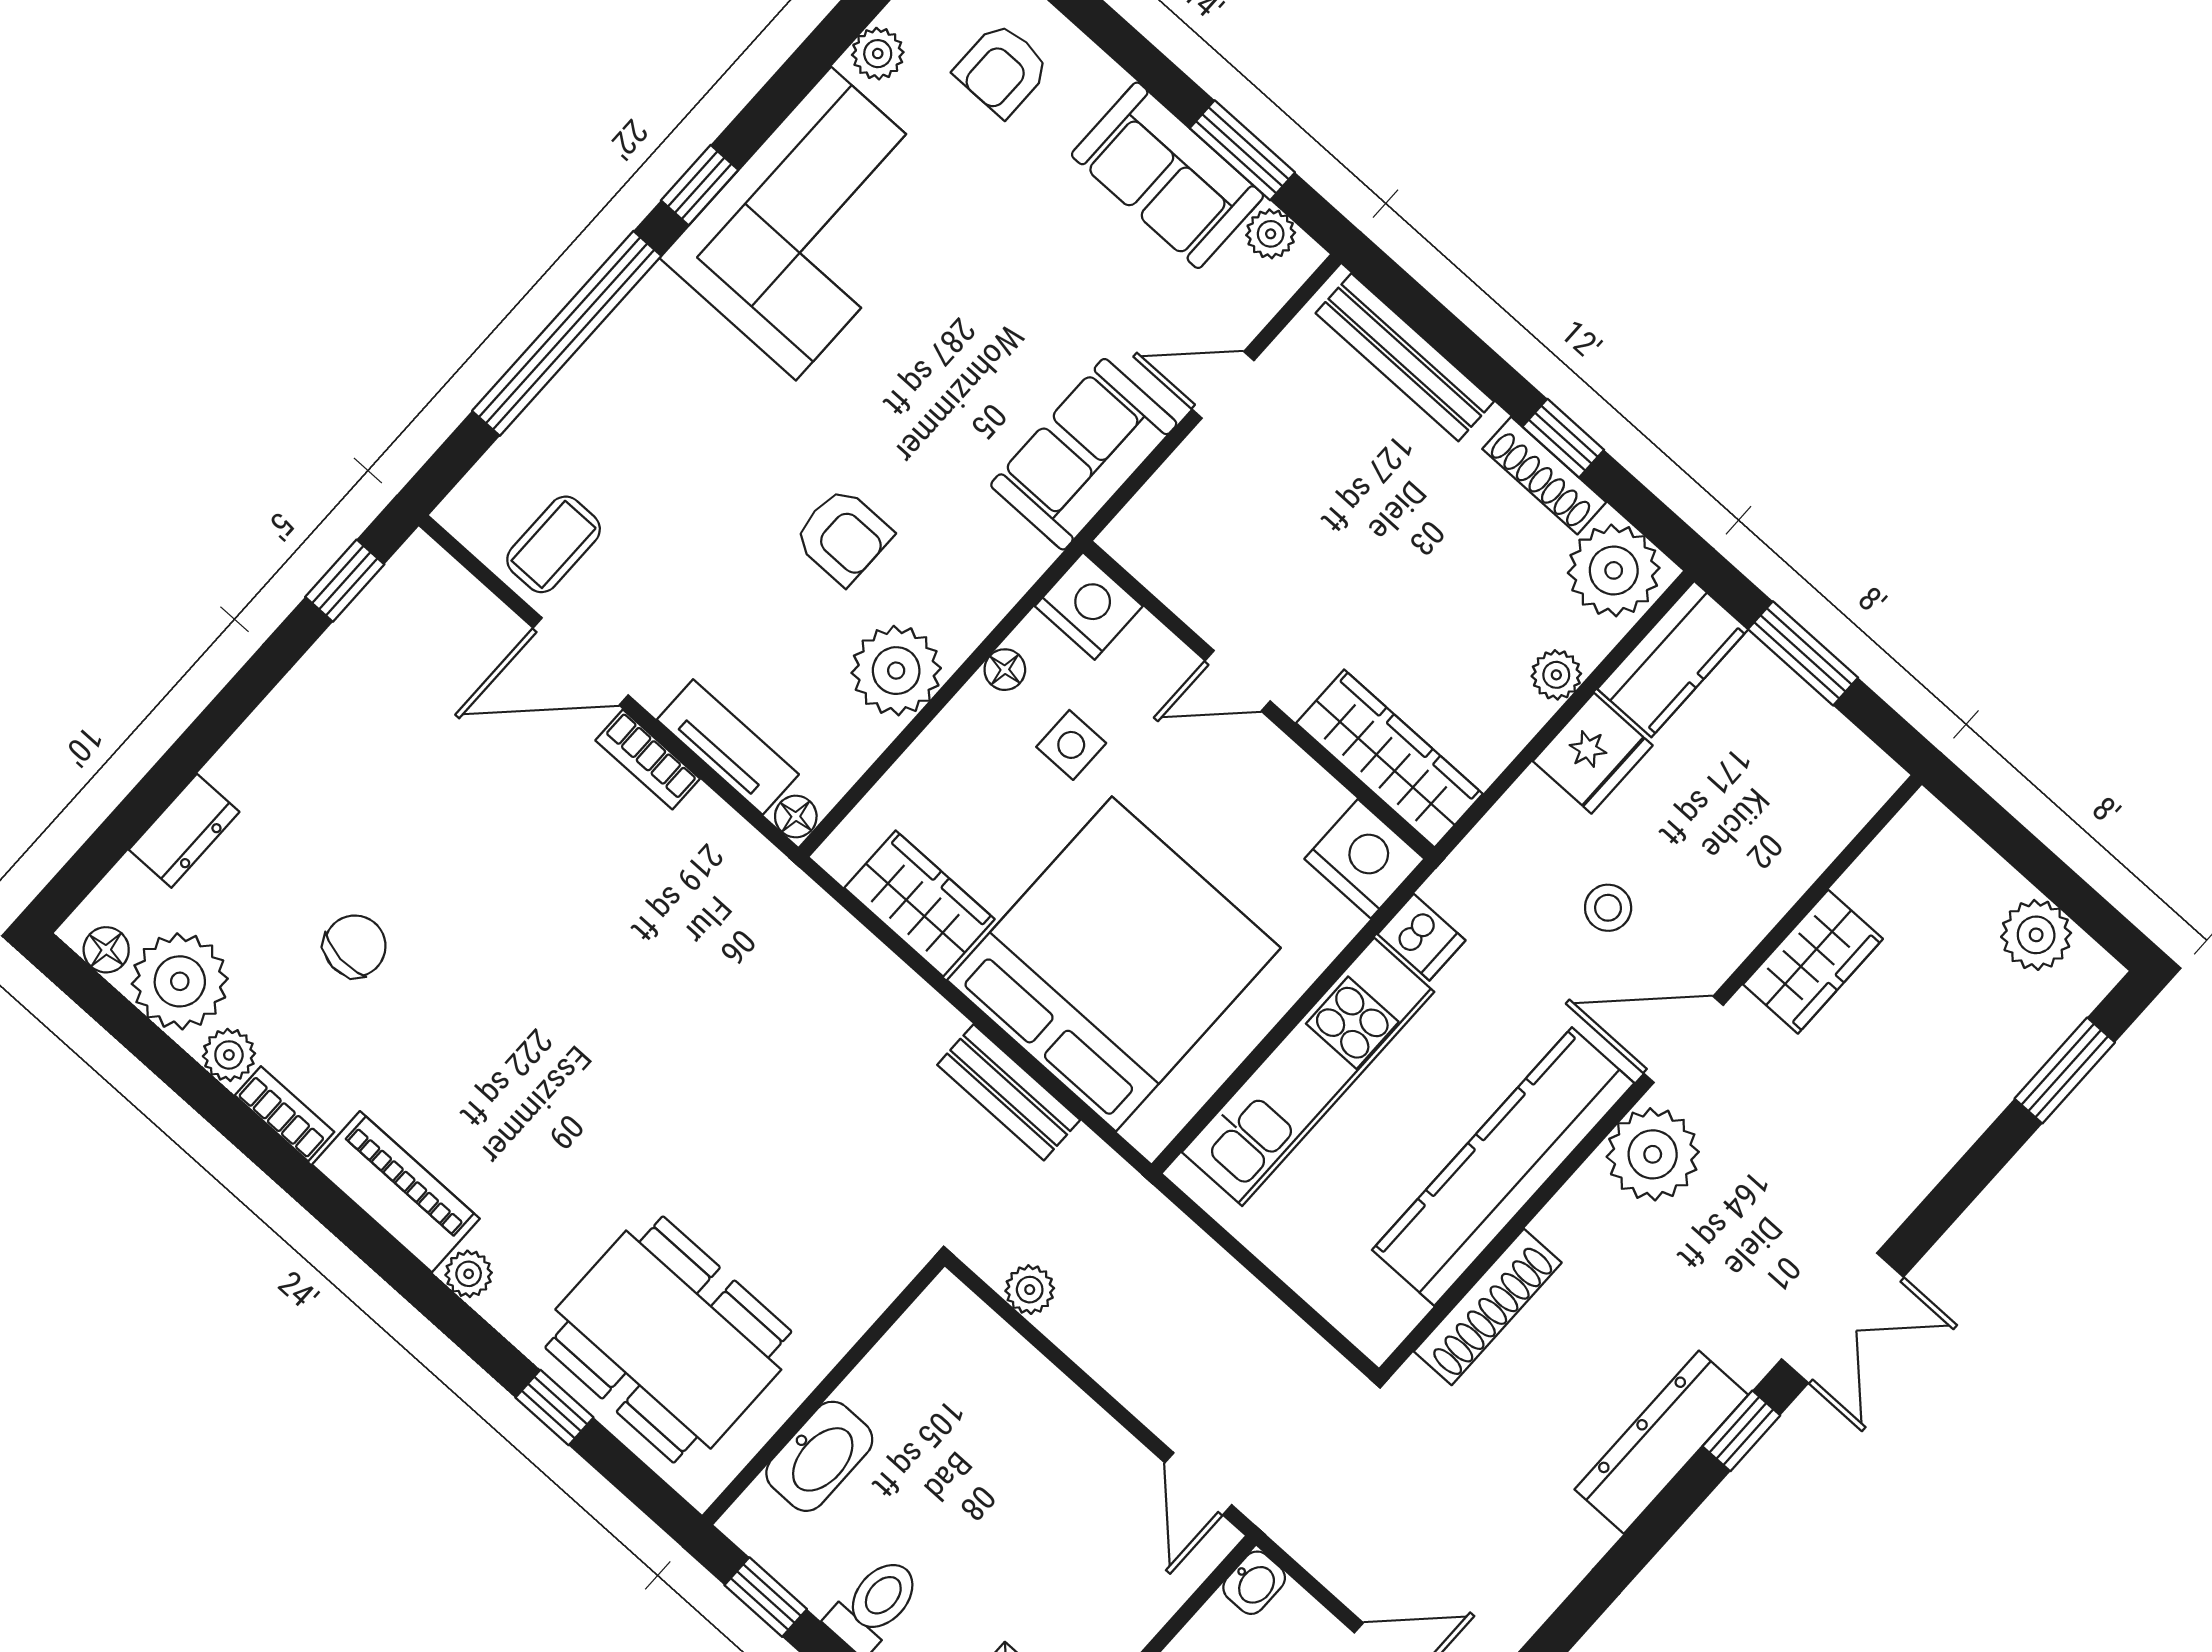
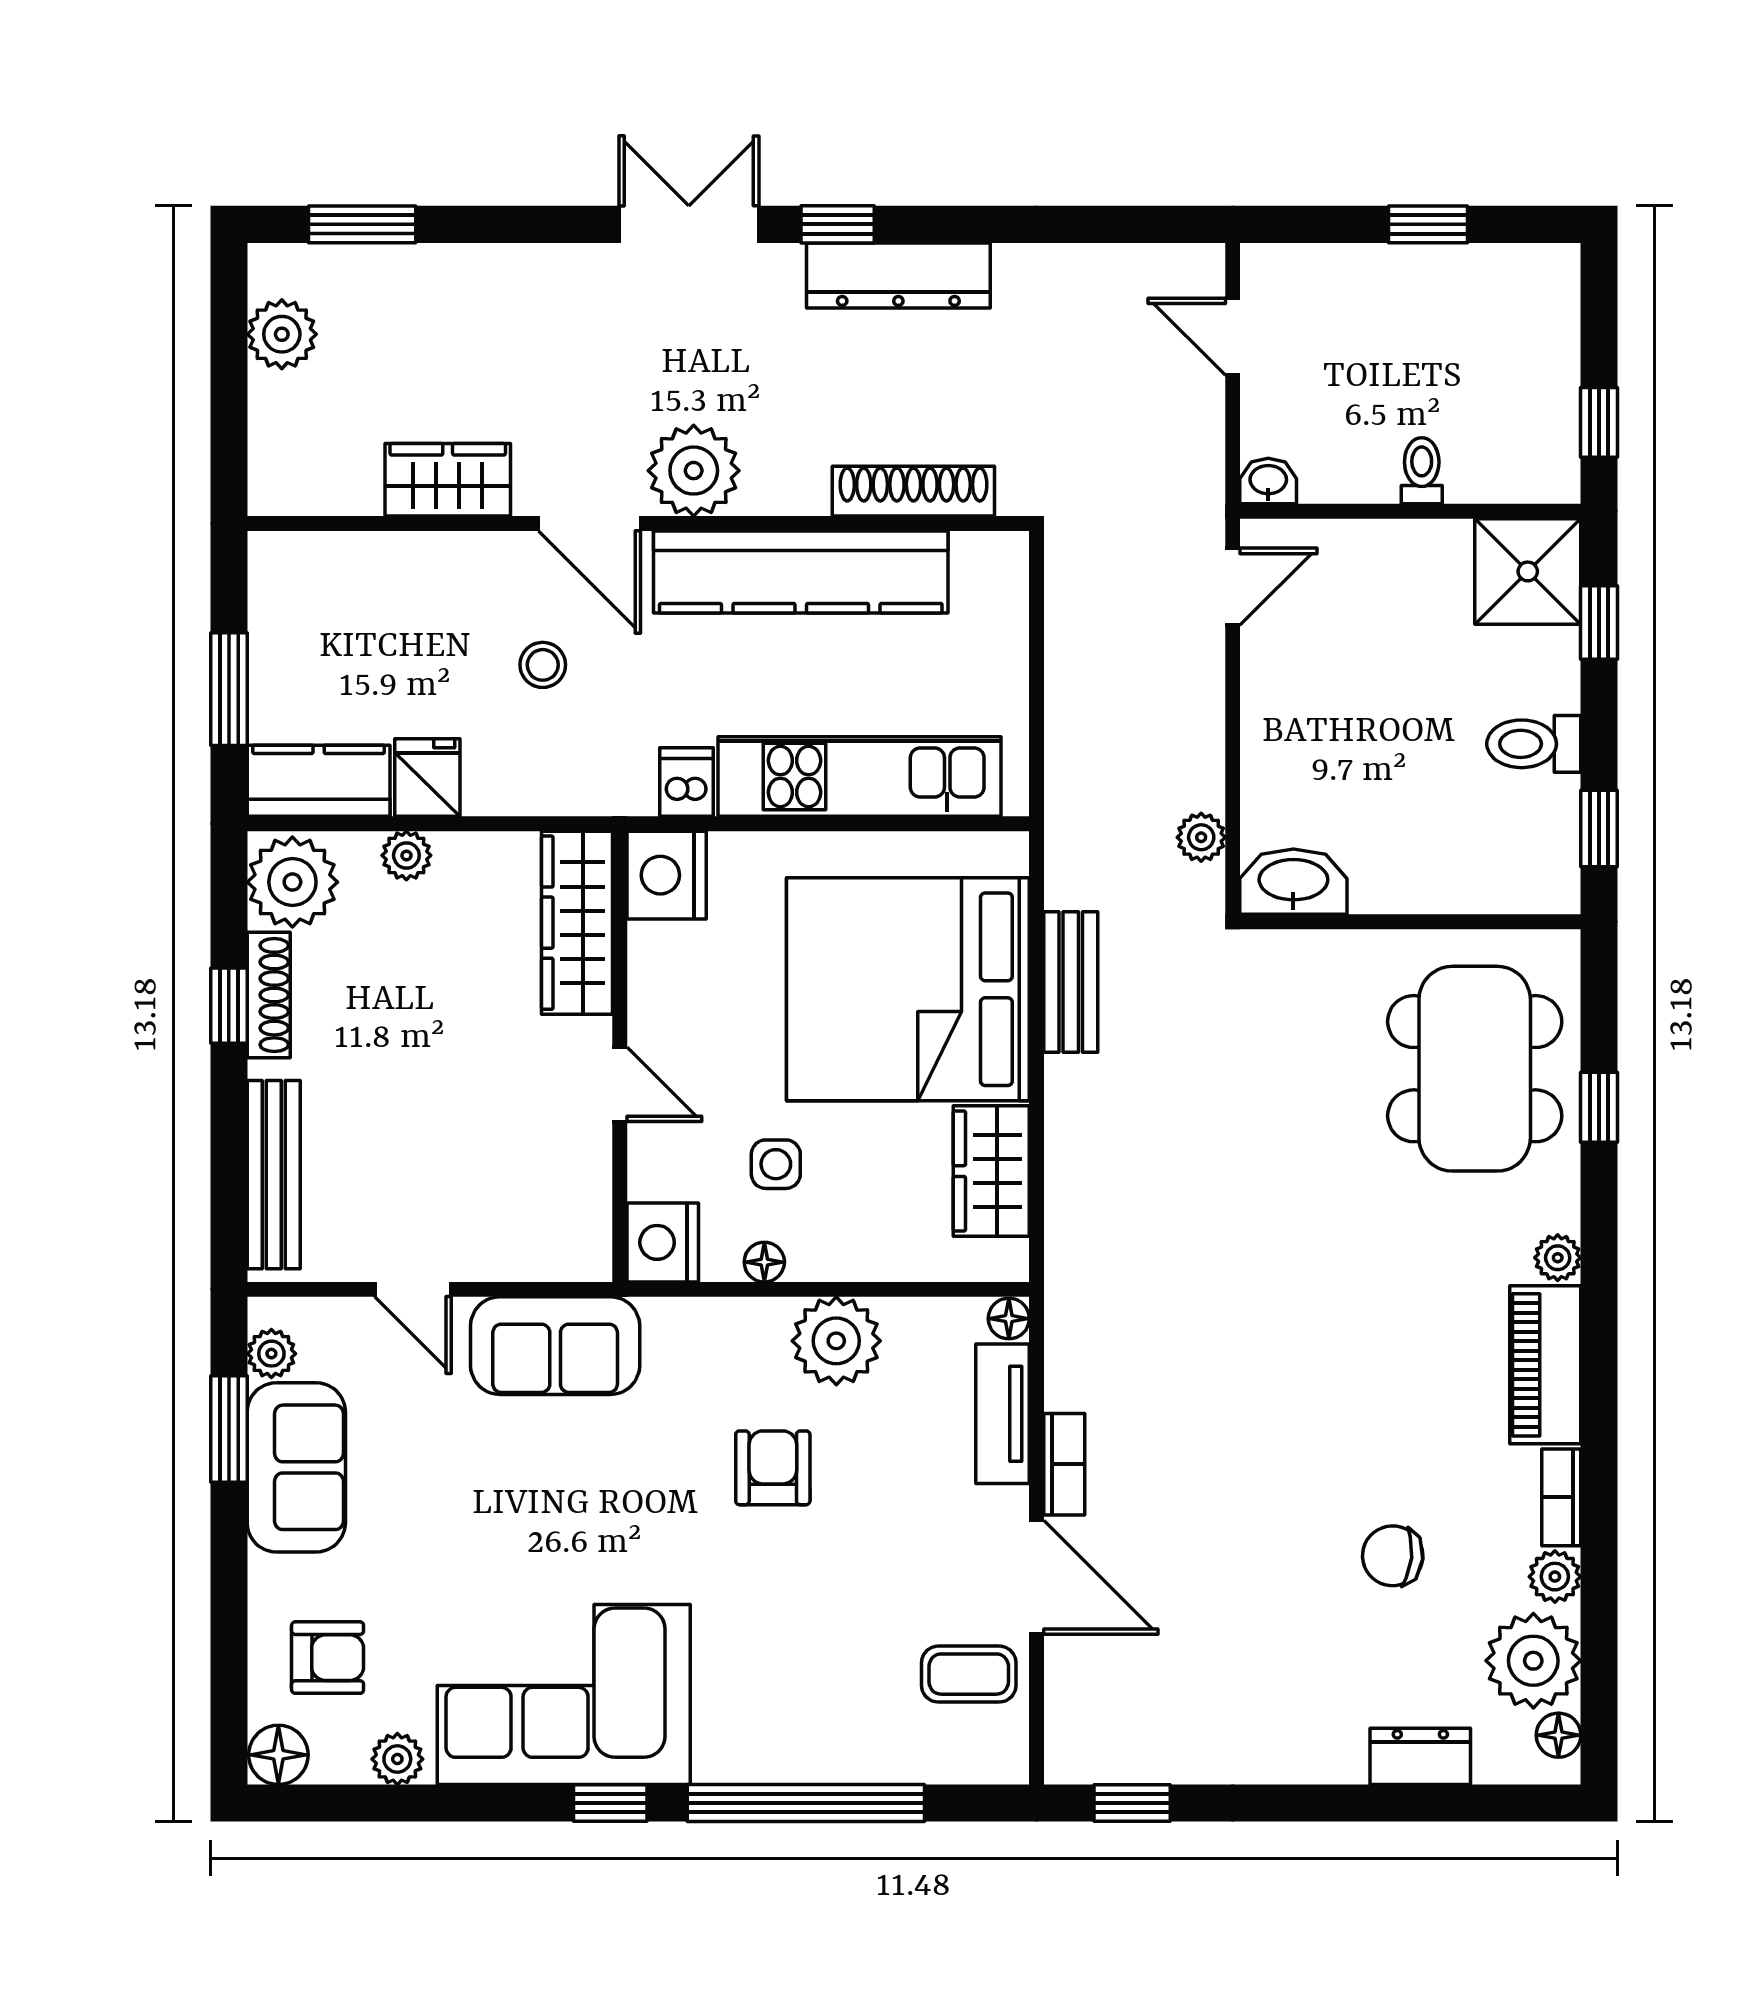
fridge: (1593, 753) -> (427, 777), width x0.72
washbasin: (819, 1456) -> (1293, 882), moved

